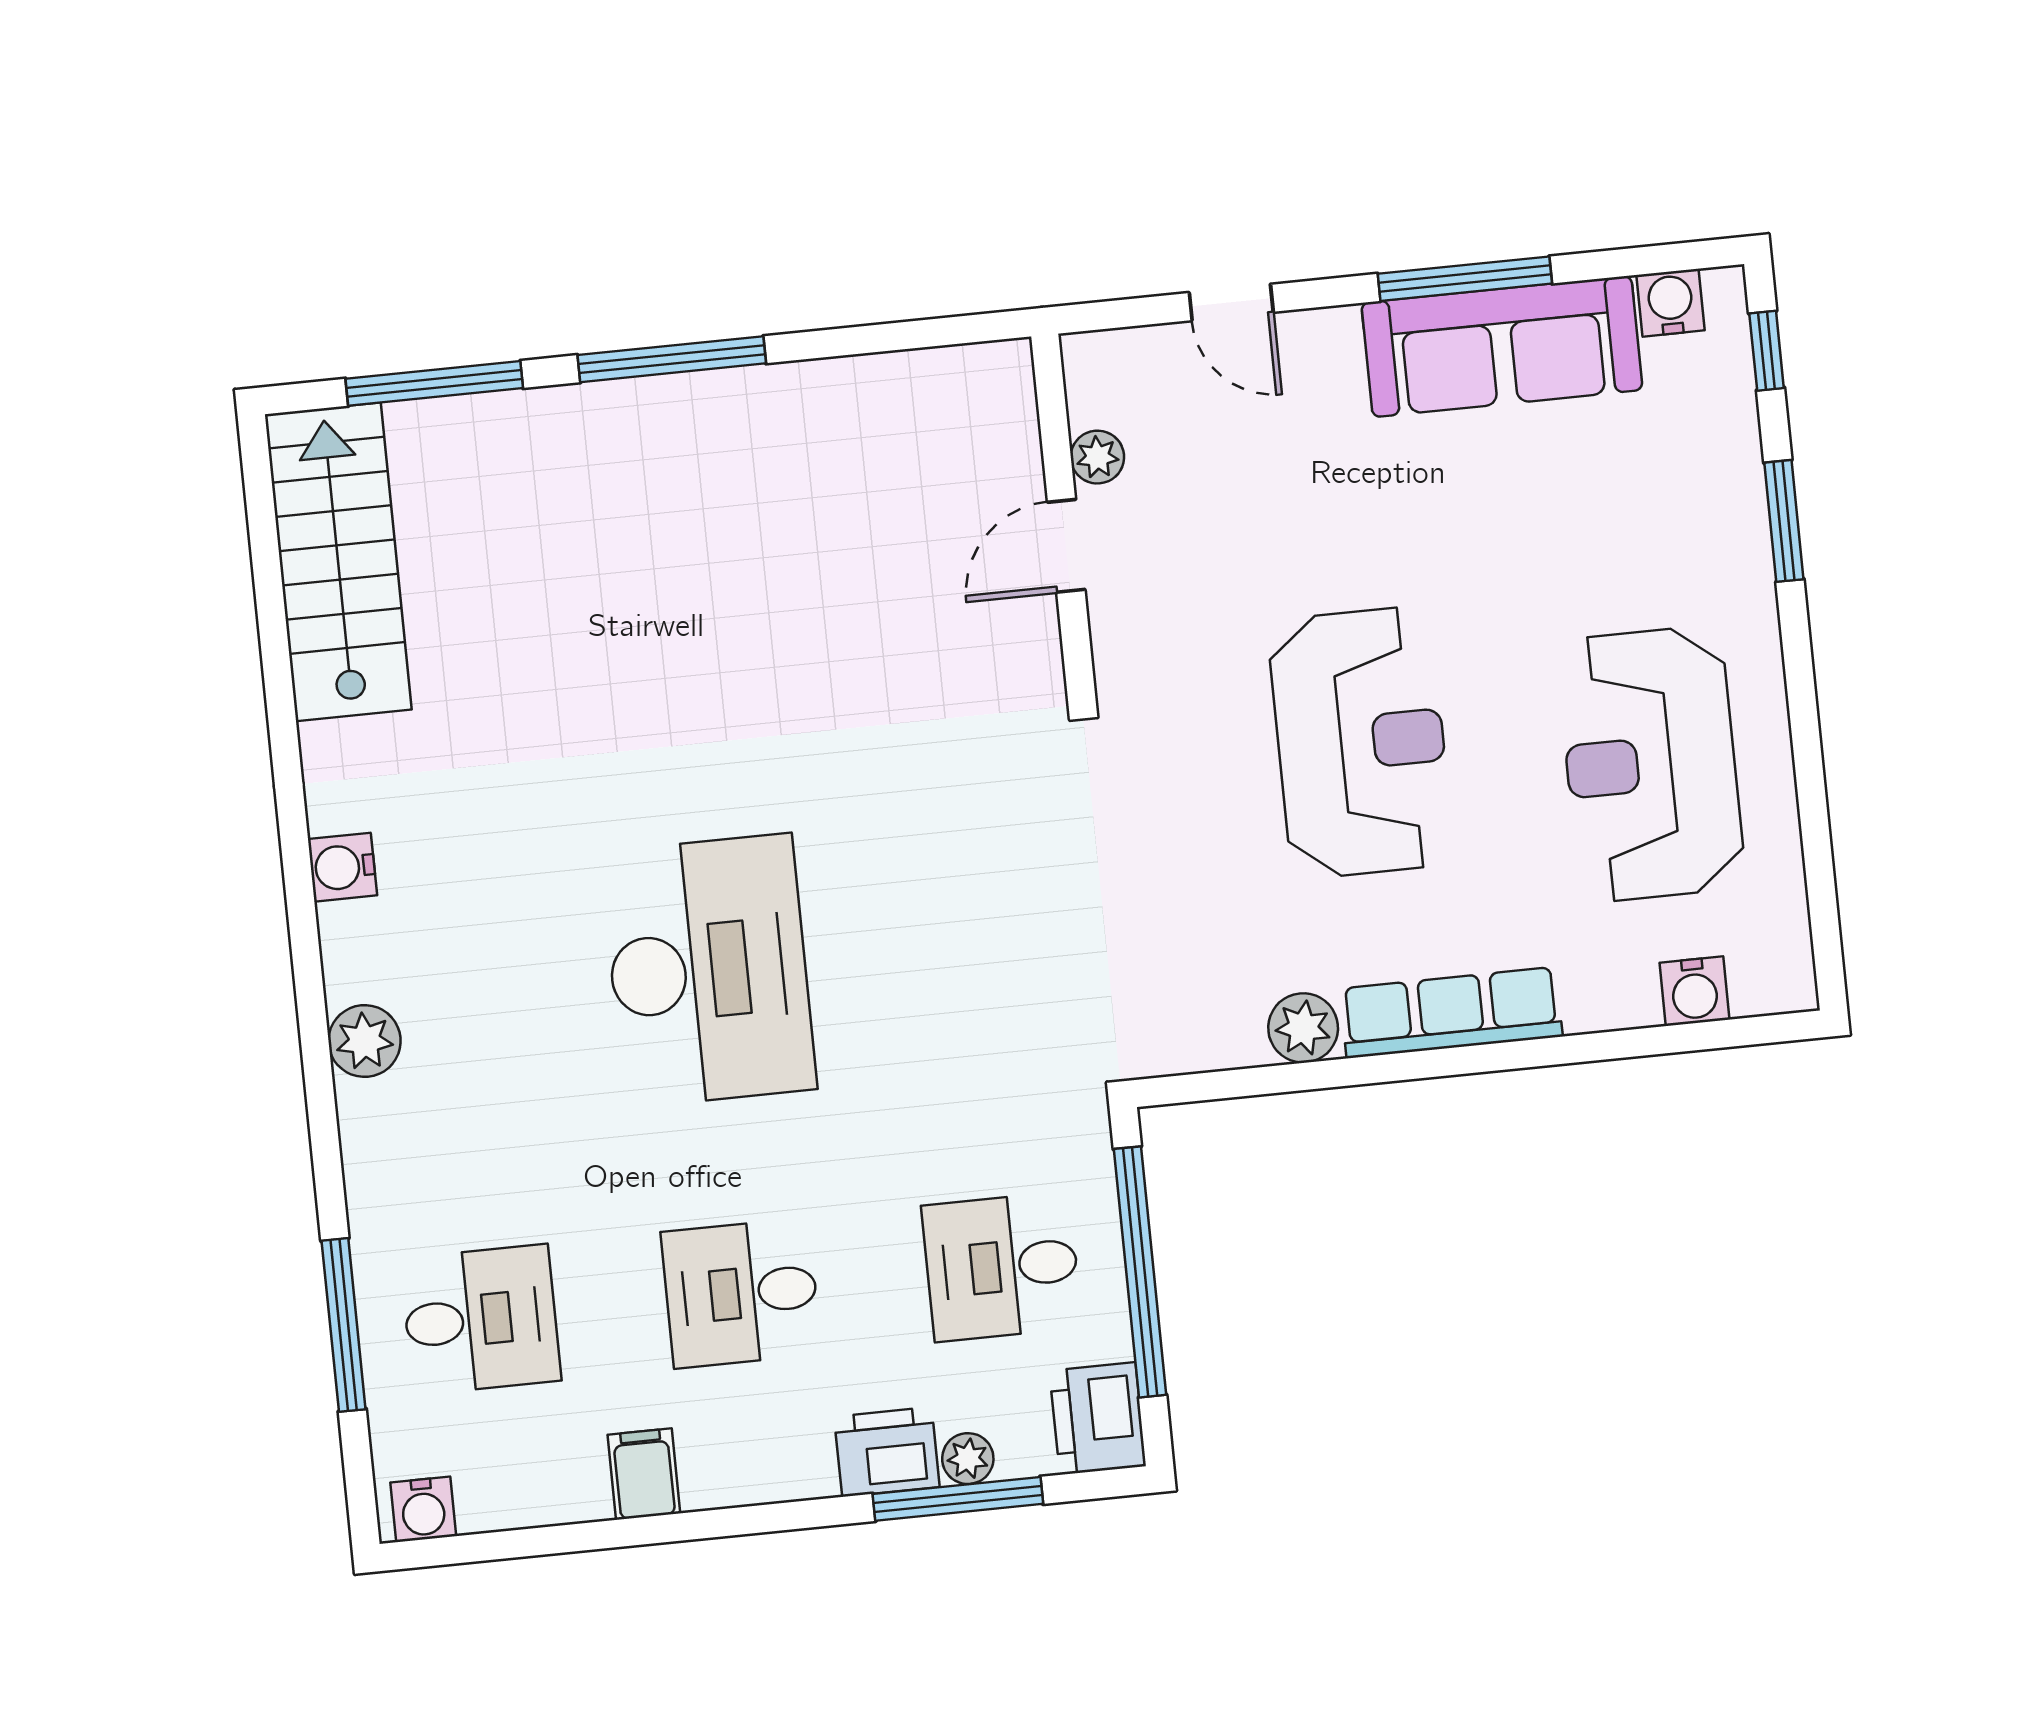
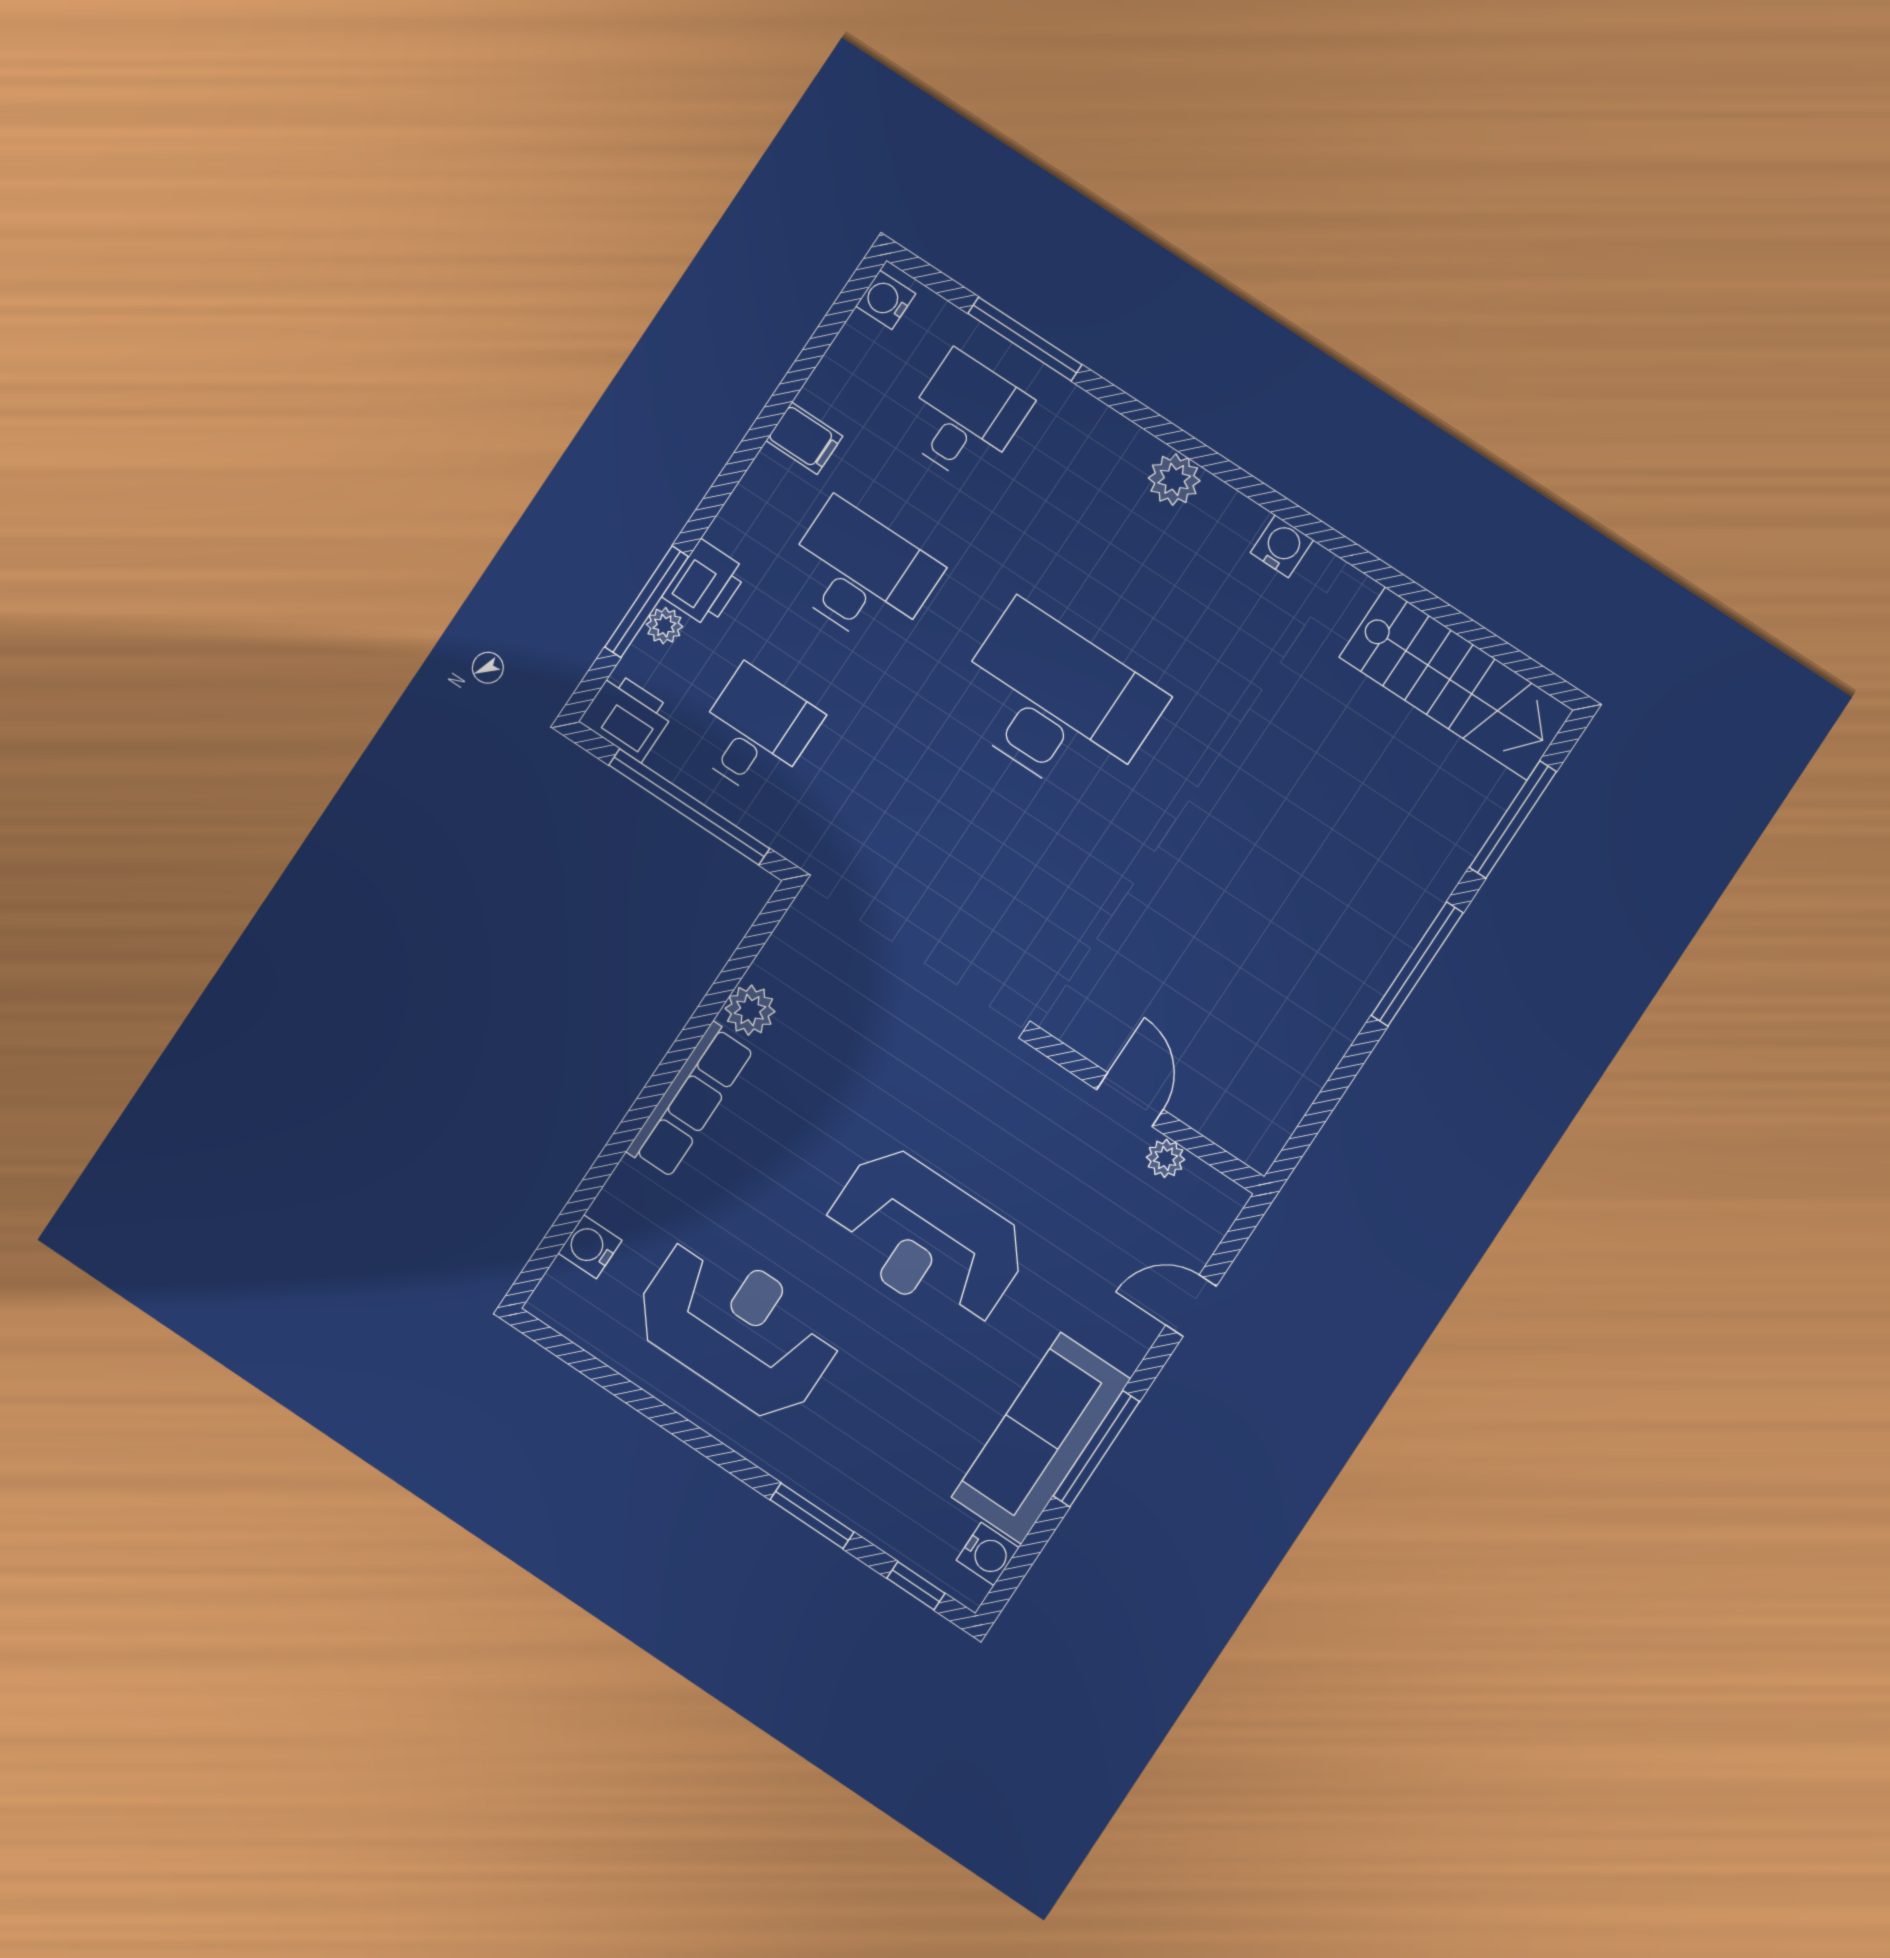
reception desk: (1361, 742) -> (925, 1238), moved
desk: (708, 971) -> (1056, 704), turned 180
desk: (741, 1293) -> (860, 575), width x1.37
desk: (481, 1320) -> (965, 418), turned 180

